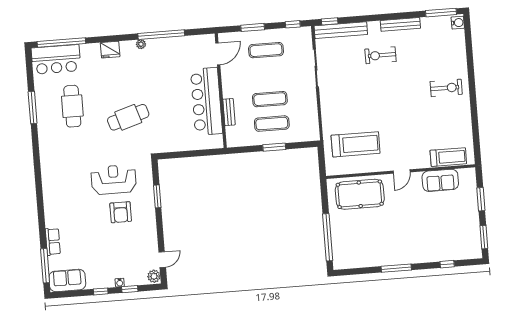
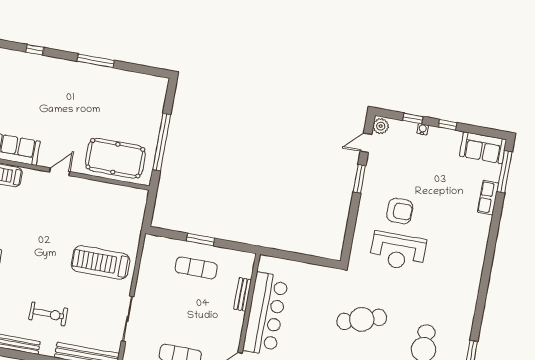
exercise mat: (270, 99) -> (191, 297), removed
treadmill: (356, 144) -> (101, 263), moved
window: (157, 196) -> (359, 179), moved
armchair: (121, 212) -> (400, 211), turned 90
window: (328, 237) -> (162, 142), moved

